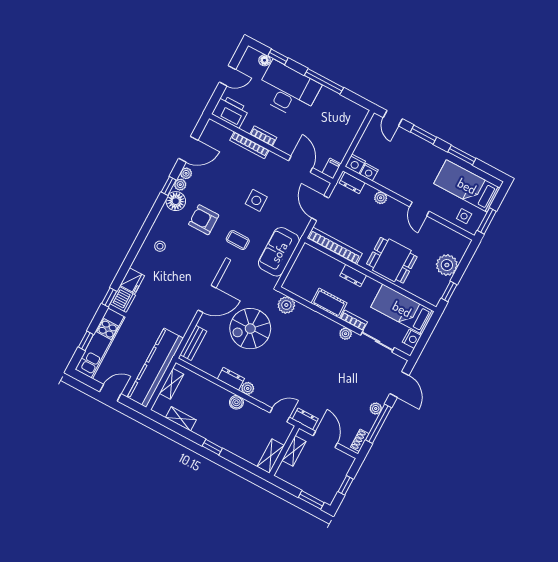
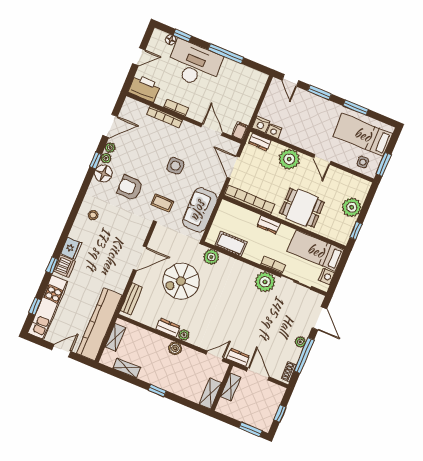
plant: (381, 198) -> (289, 159), width x1.88, depth x1.88
cot: (329, 303) -> (231, 244), moved
plant: (346, 334) -> (265, 282), width x1.87, depth x1.87

